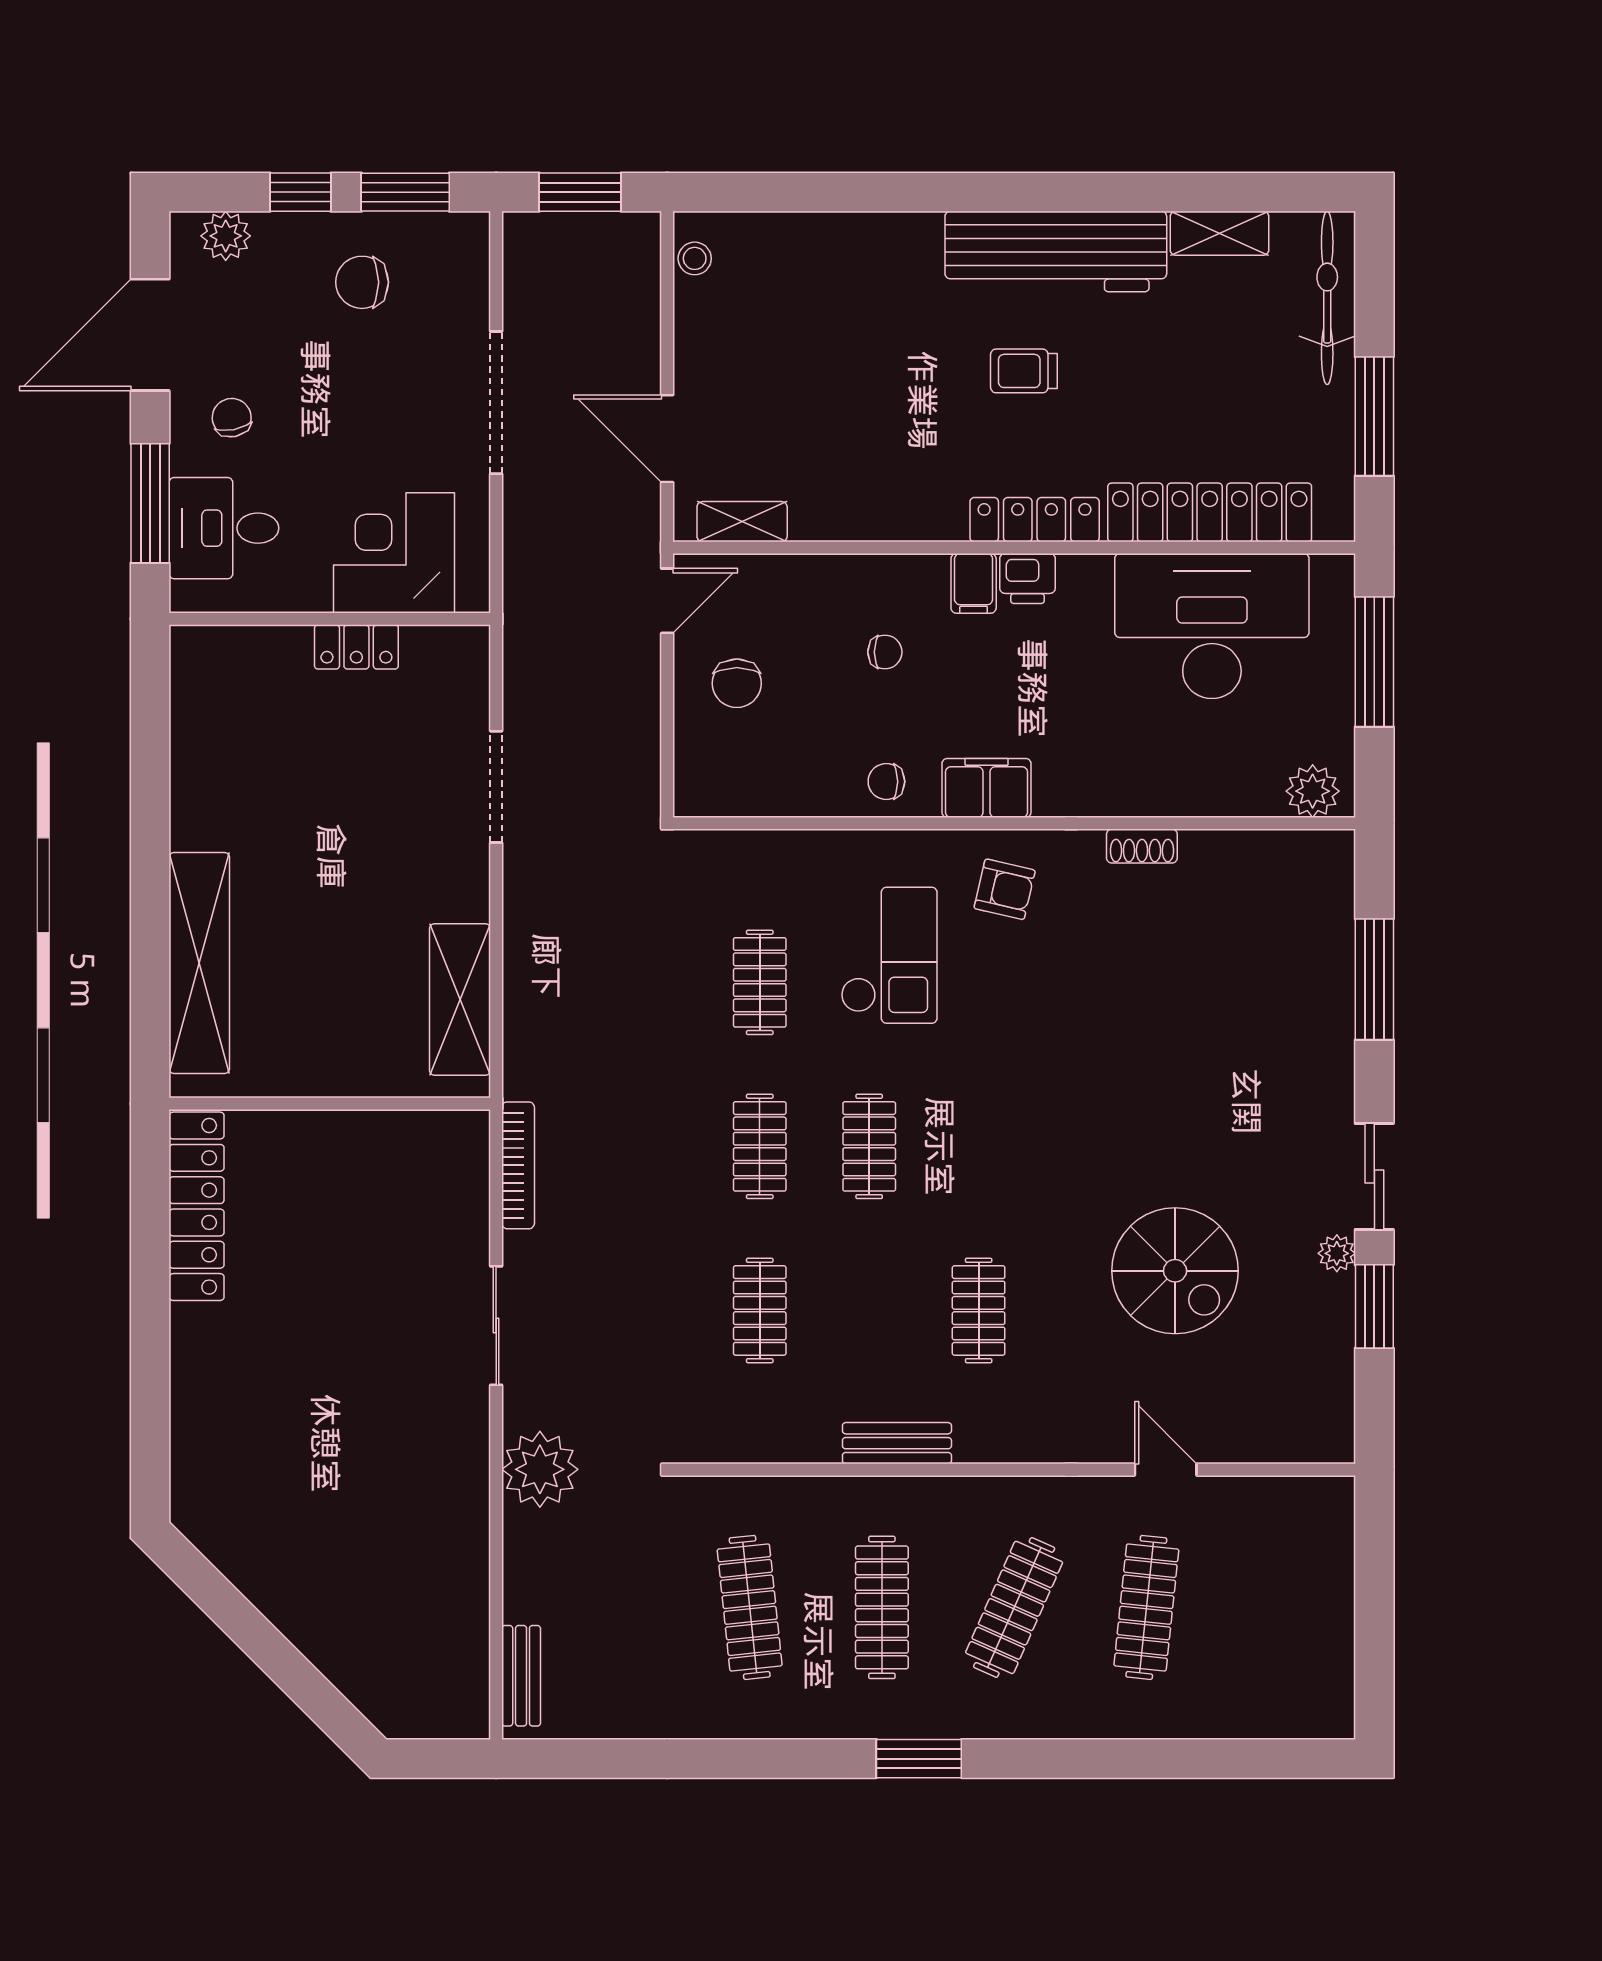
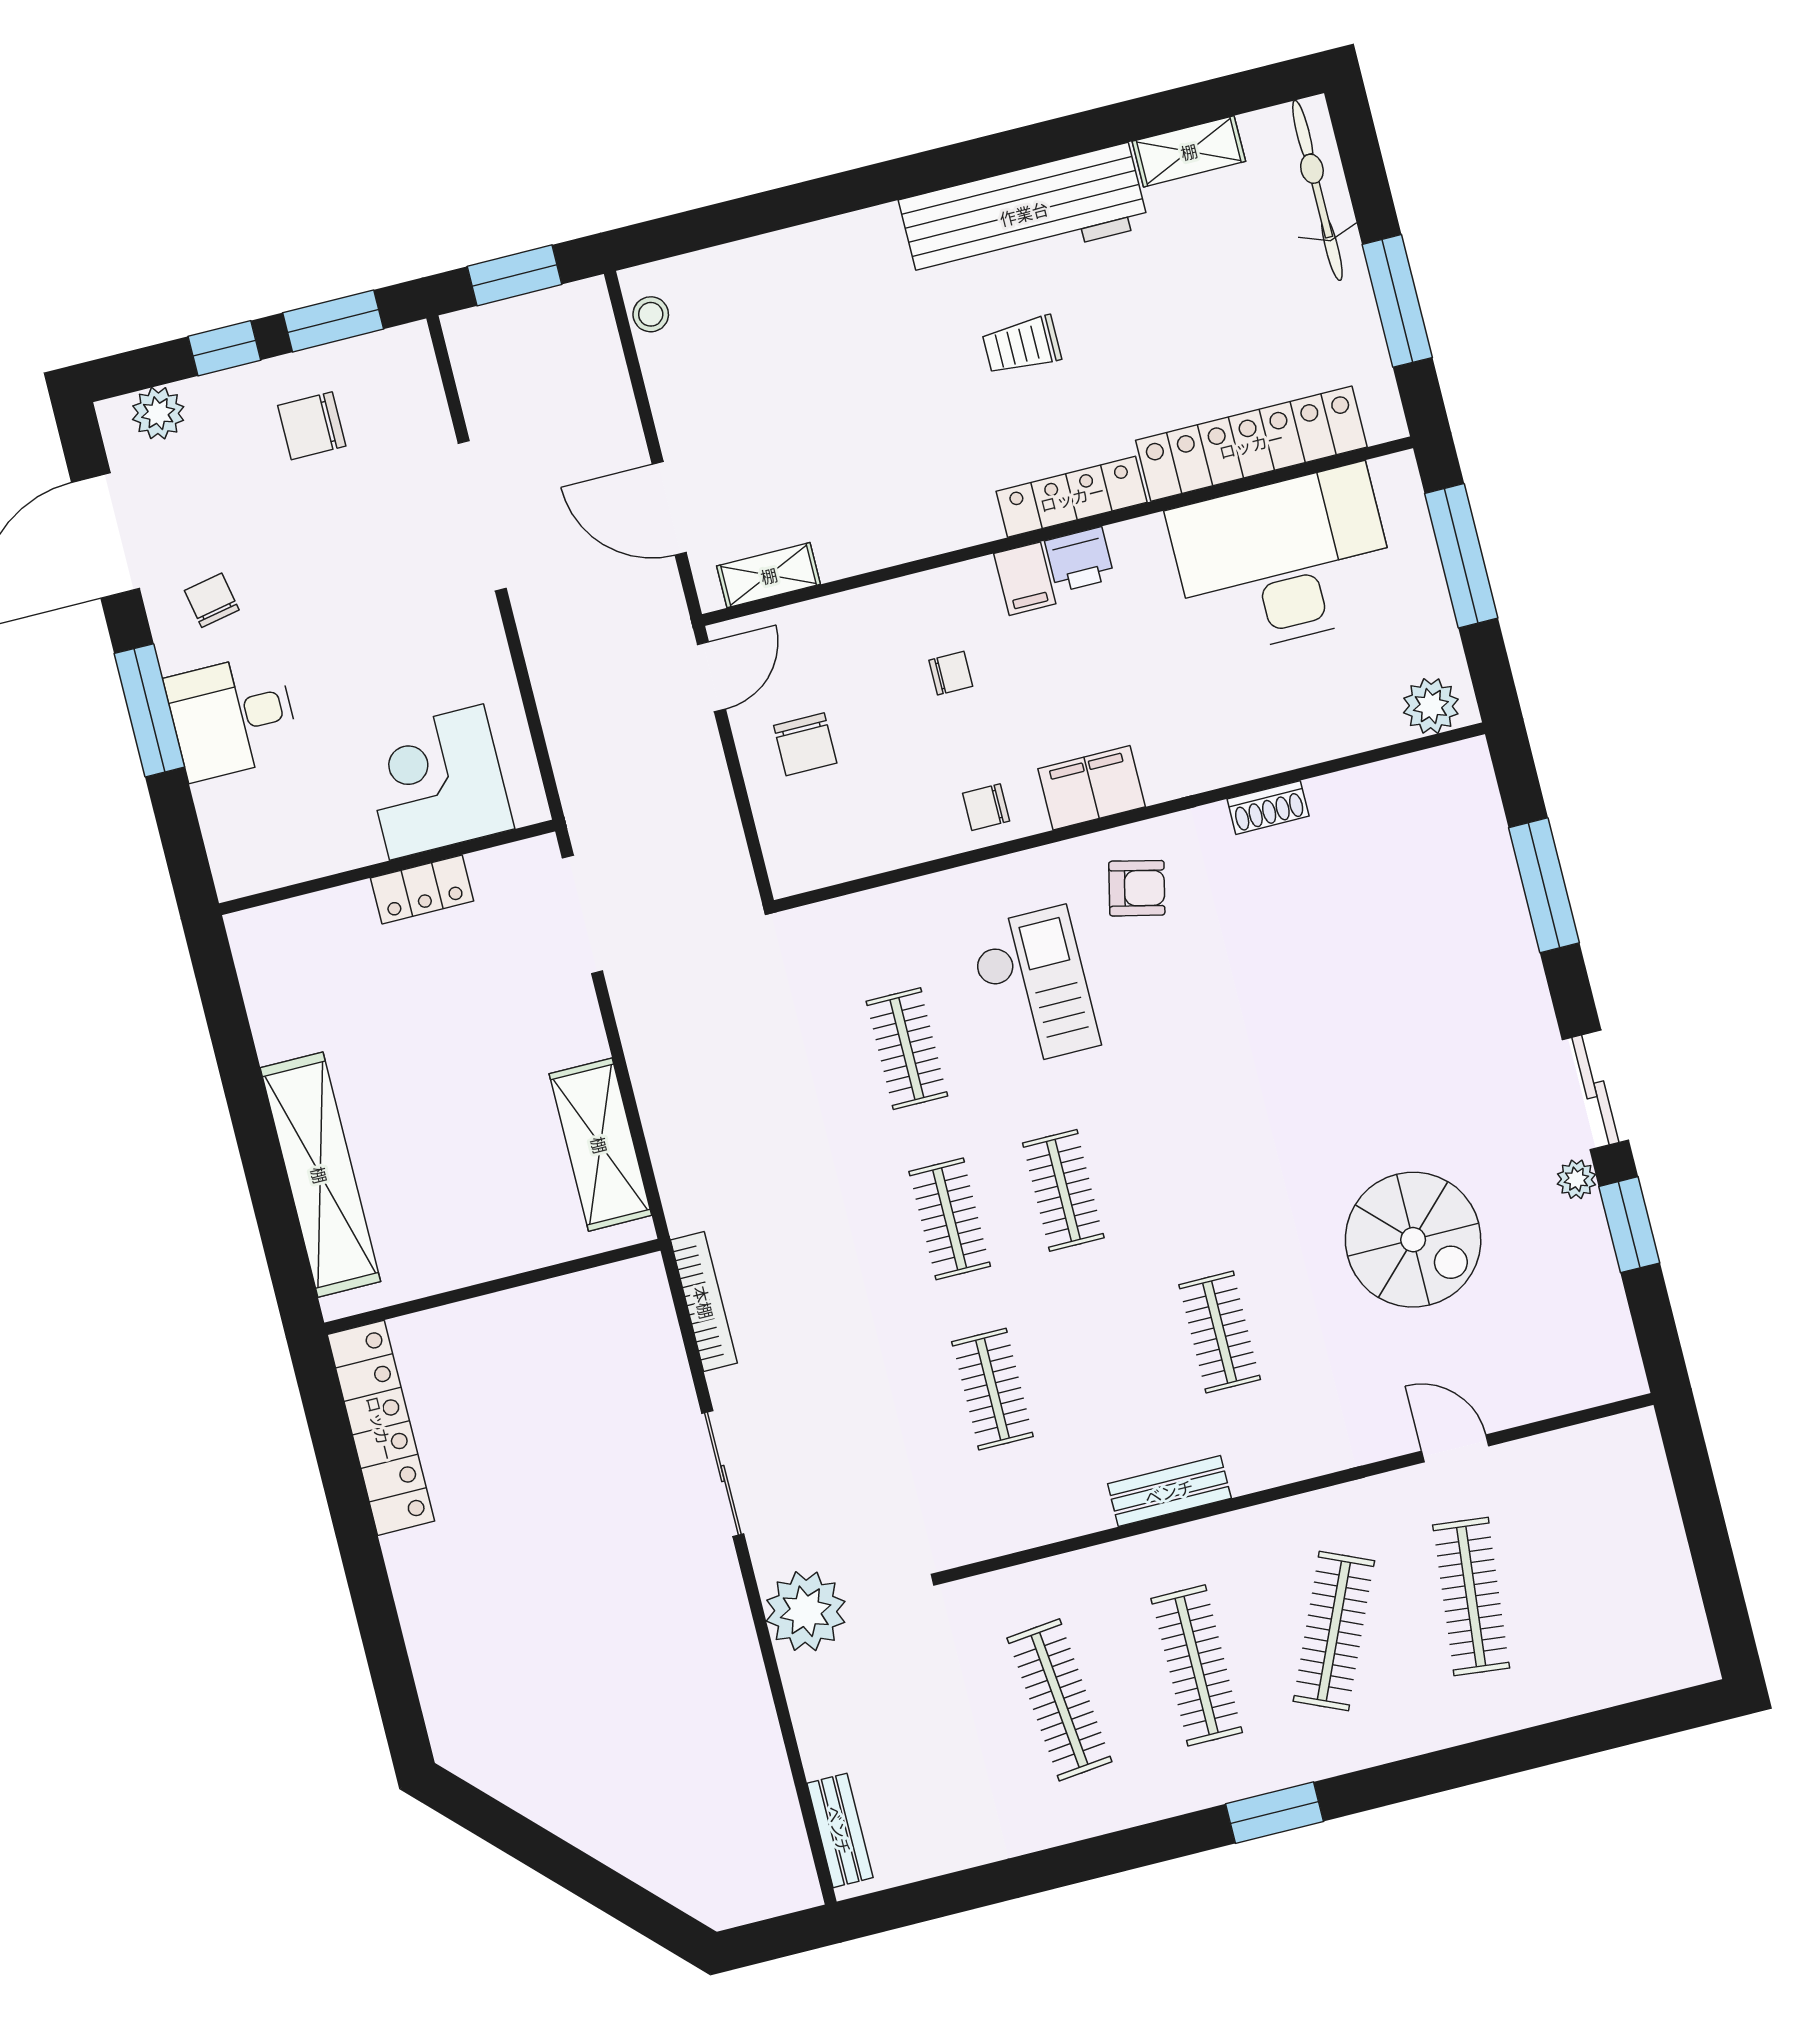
corner desk: (394, 553) -> (437, 782), moved
wall: (330, 619) -> (387, 867), moved
locker: (356, 647) -> (422, 889), moved

